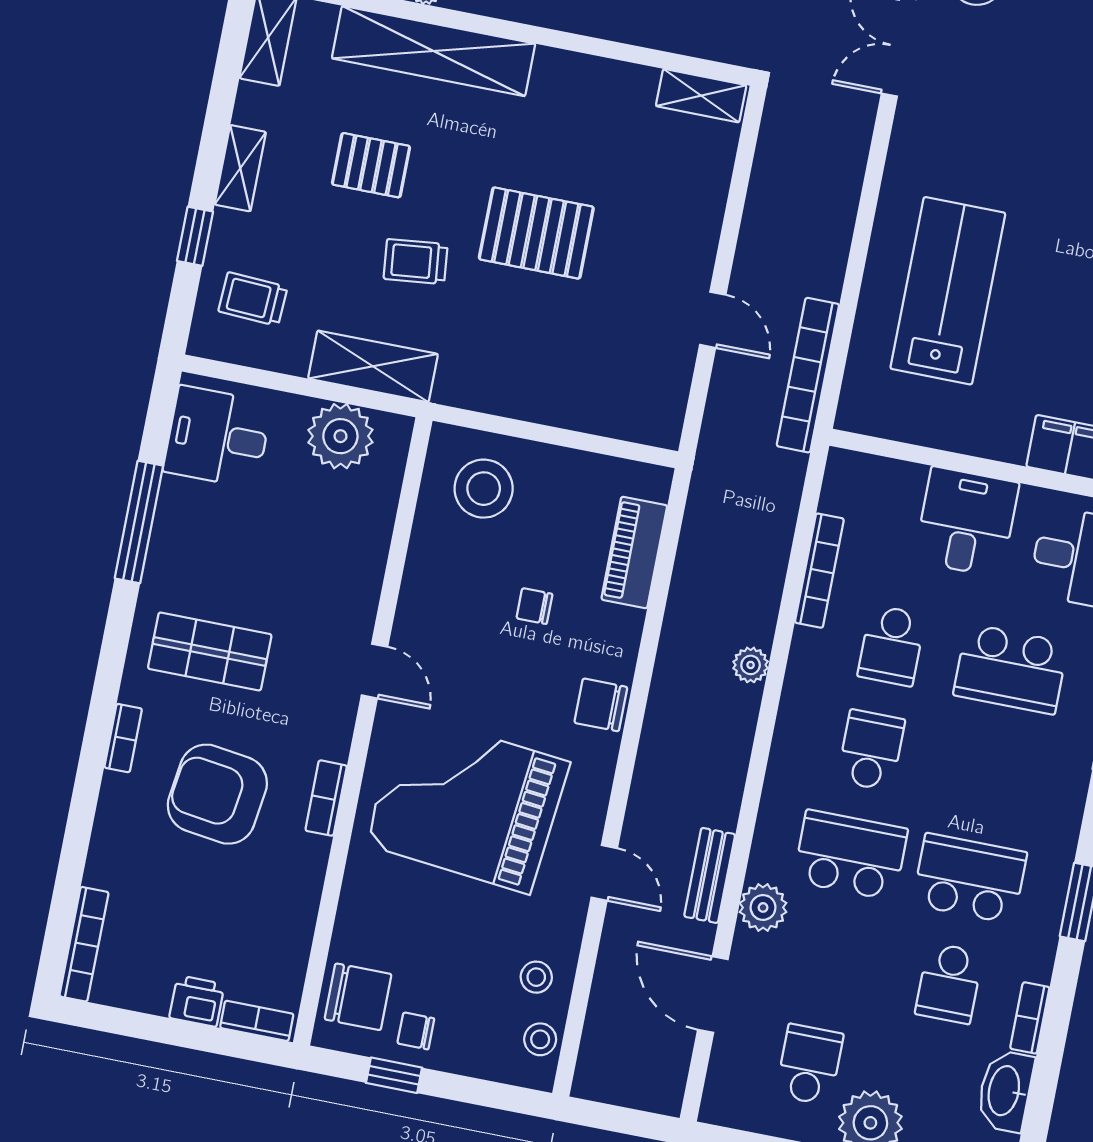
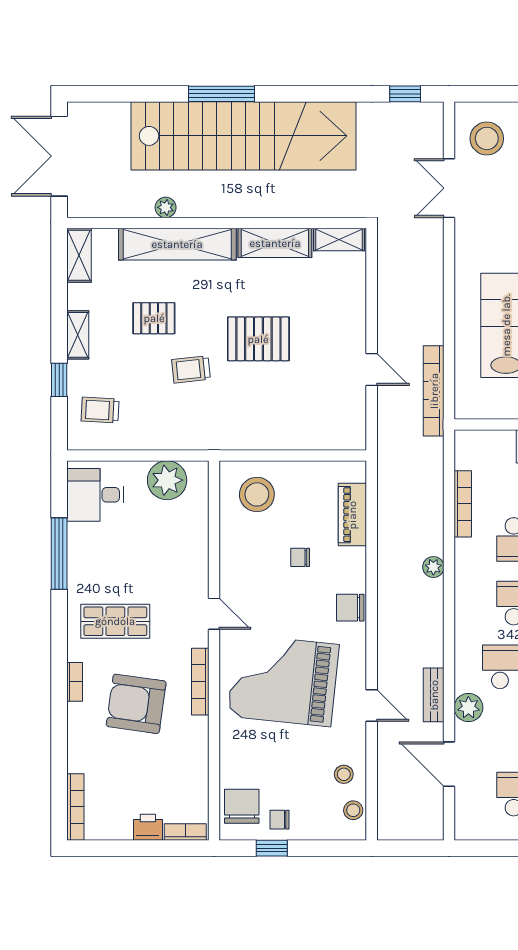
shelving: (373, 366) -> (275, 243), moved
bookcase: (326, 798) -> (200, 682), width x1.56
chair: (358, 997) -> (242, 806), turned -90

